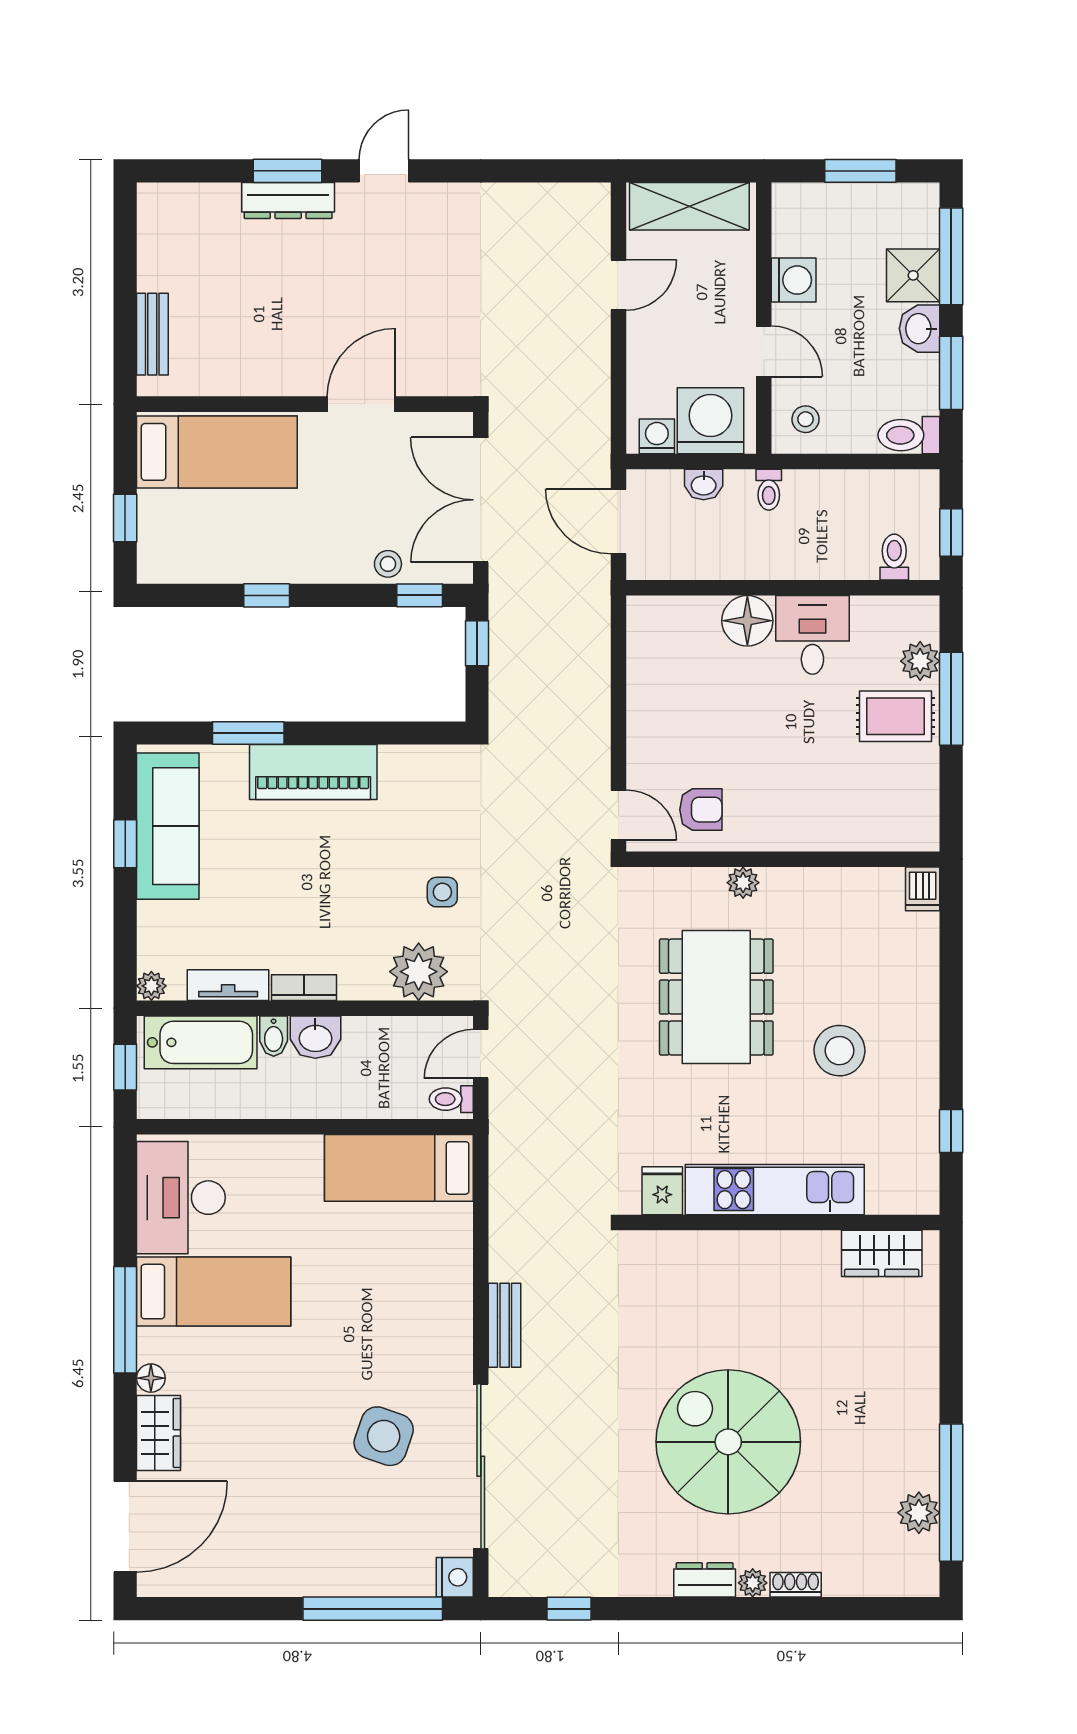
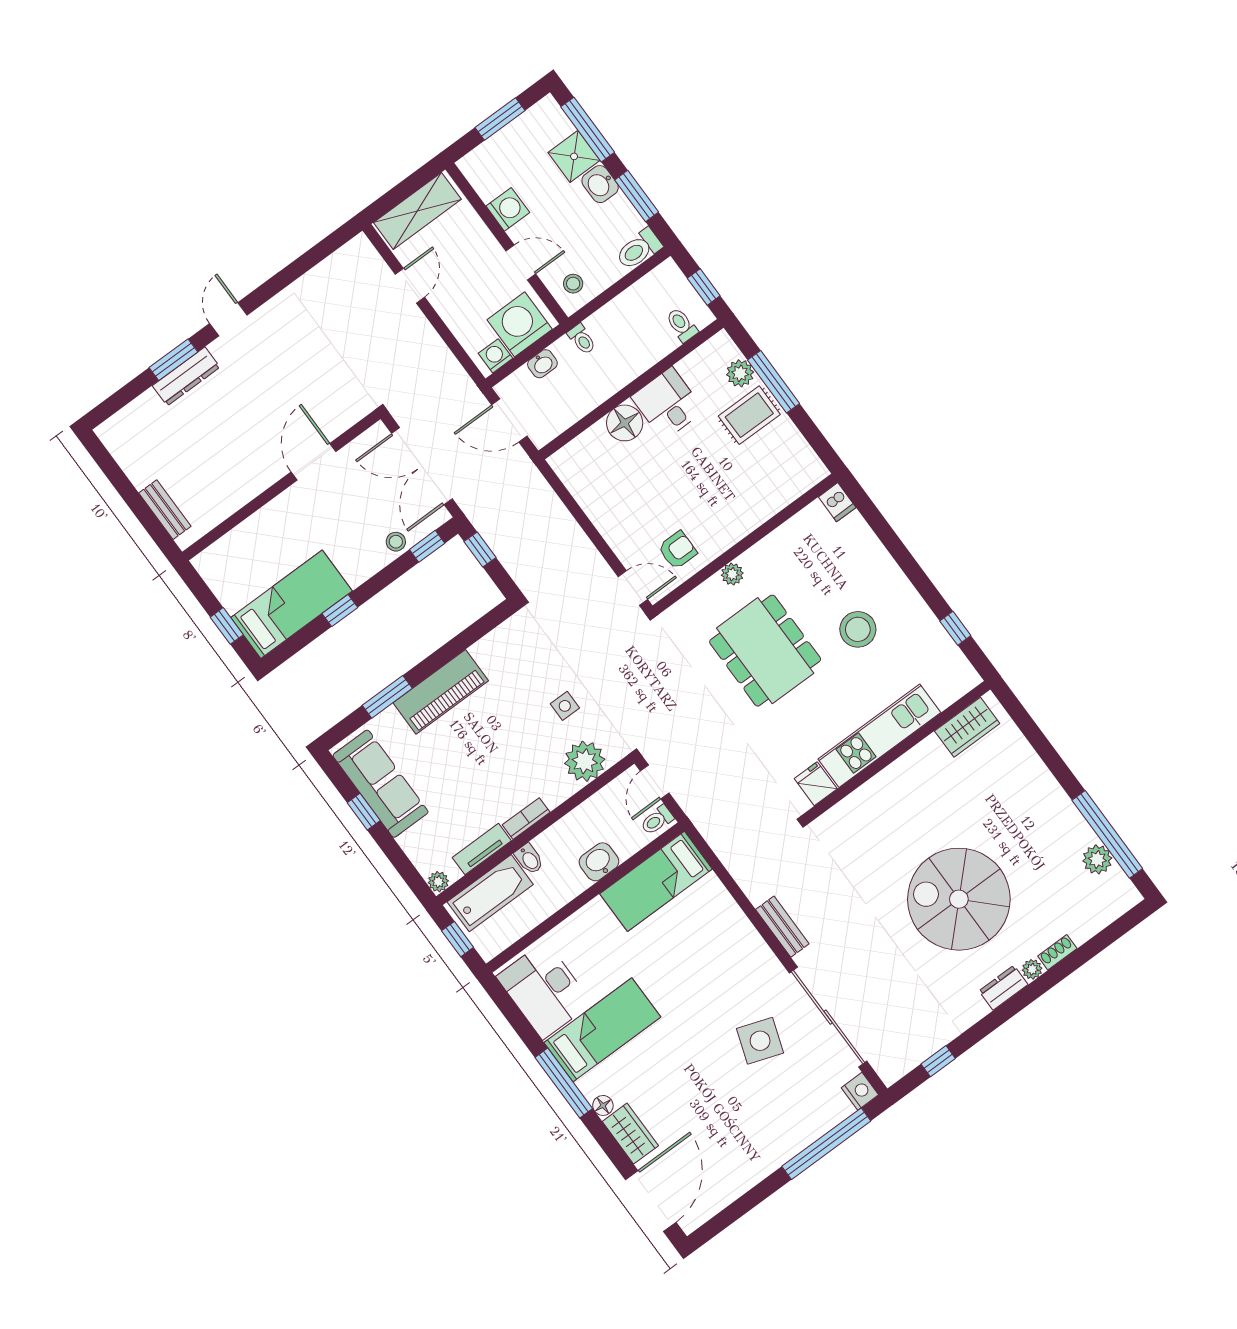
bed: (217, 452) -> (292, 604), moved
washbasin: (315, 1037) -> (599, 862), moved, turned 180

